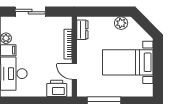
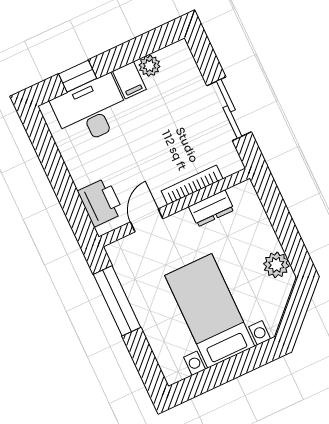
sliding door: (30, 12) -> (229, 109), moved
dresser: (82, 30) -> (211, 208), moved

